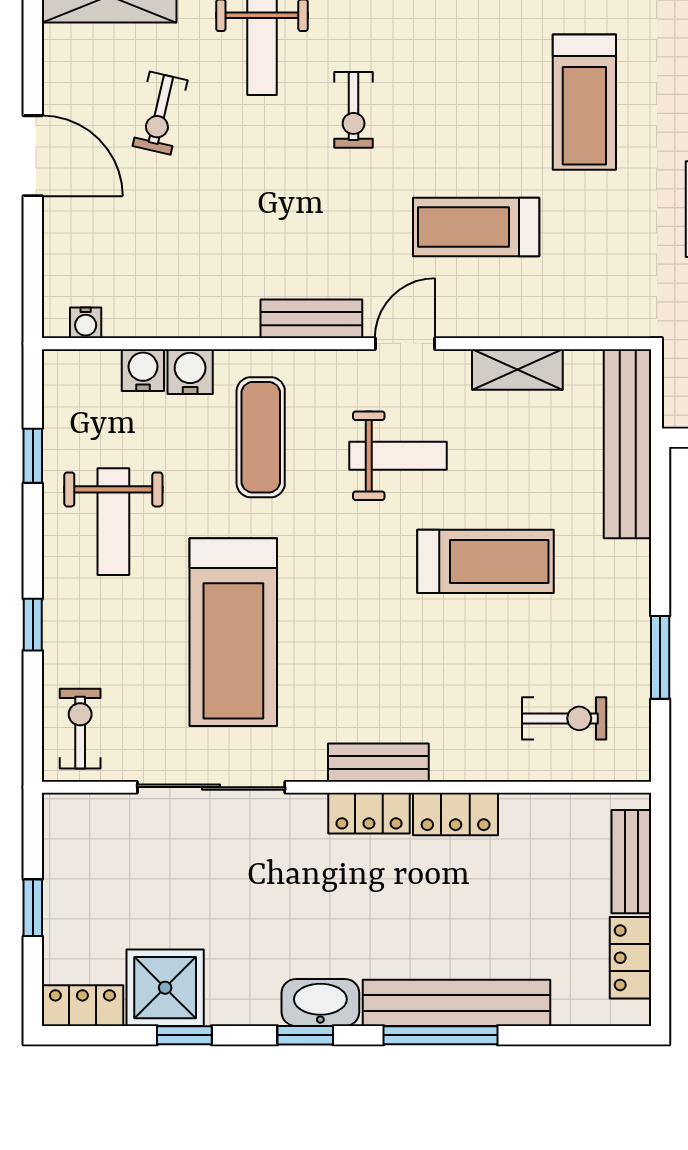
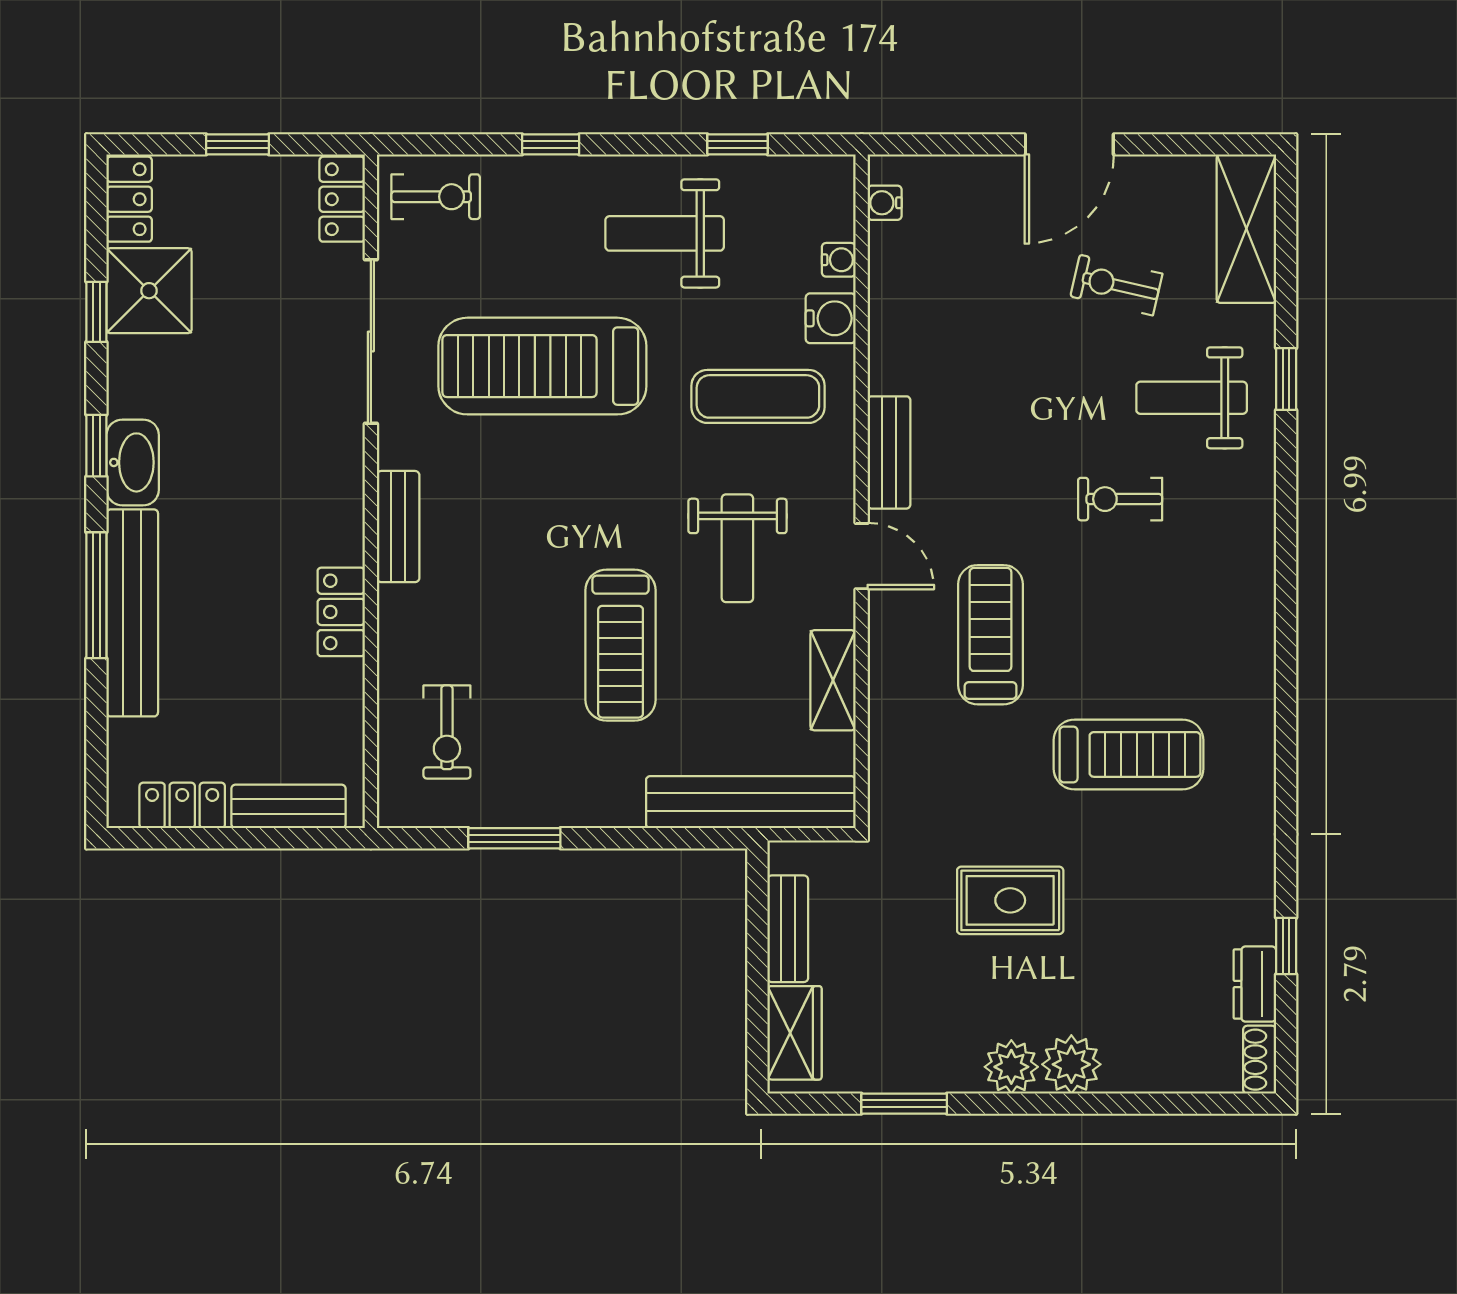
treadmill: (584, 102) -> (1128, 754), turned 180
water cooler: (143, 370) -> (839, 260), width x0.72, depth x0.72
locker: (369, 813) -> (342, 199), moved

